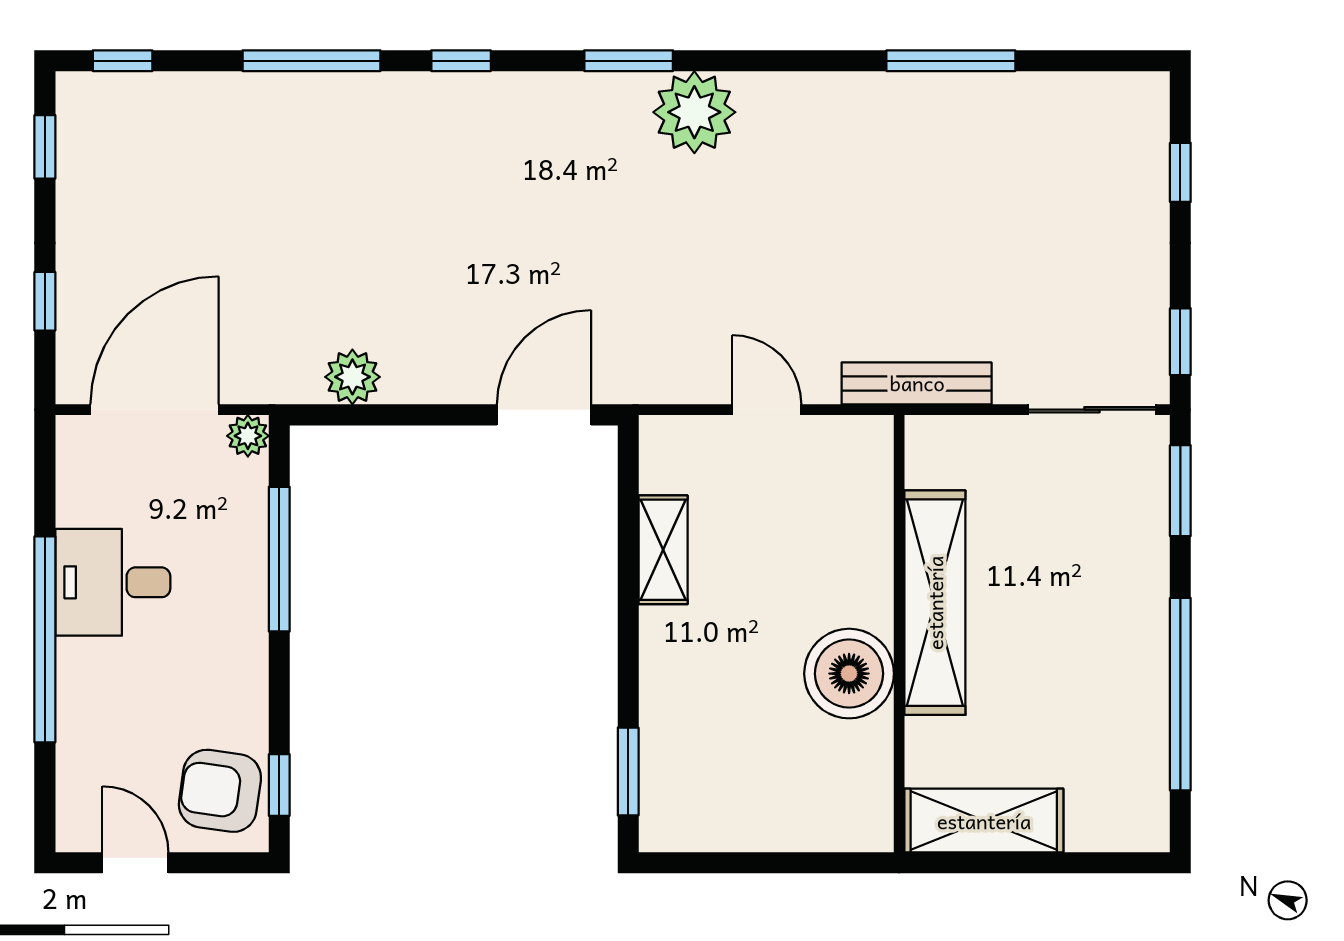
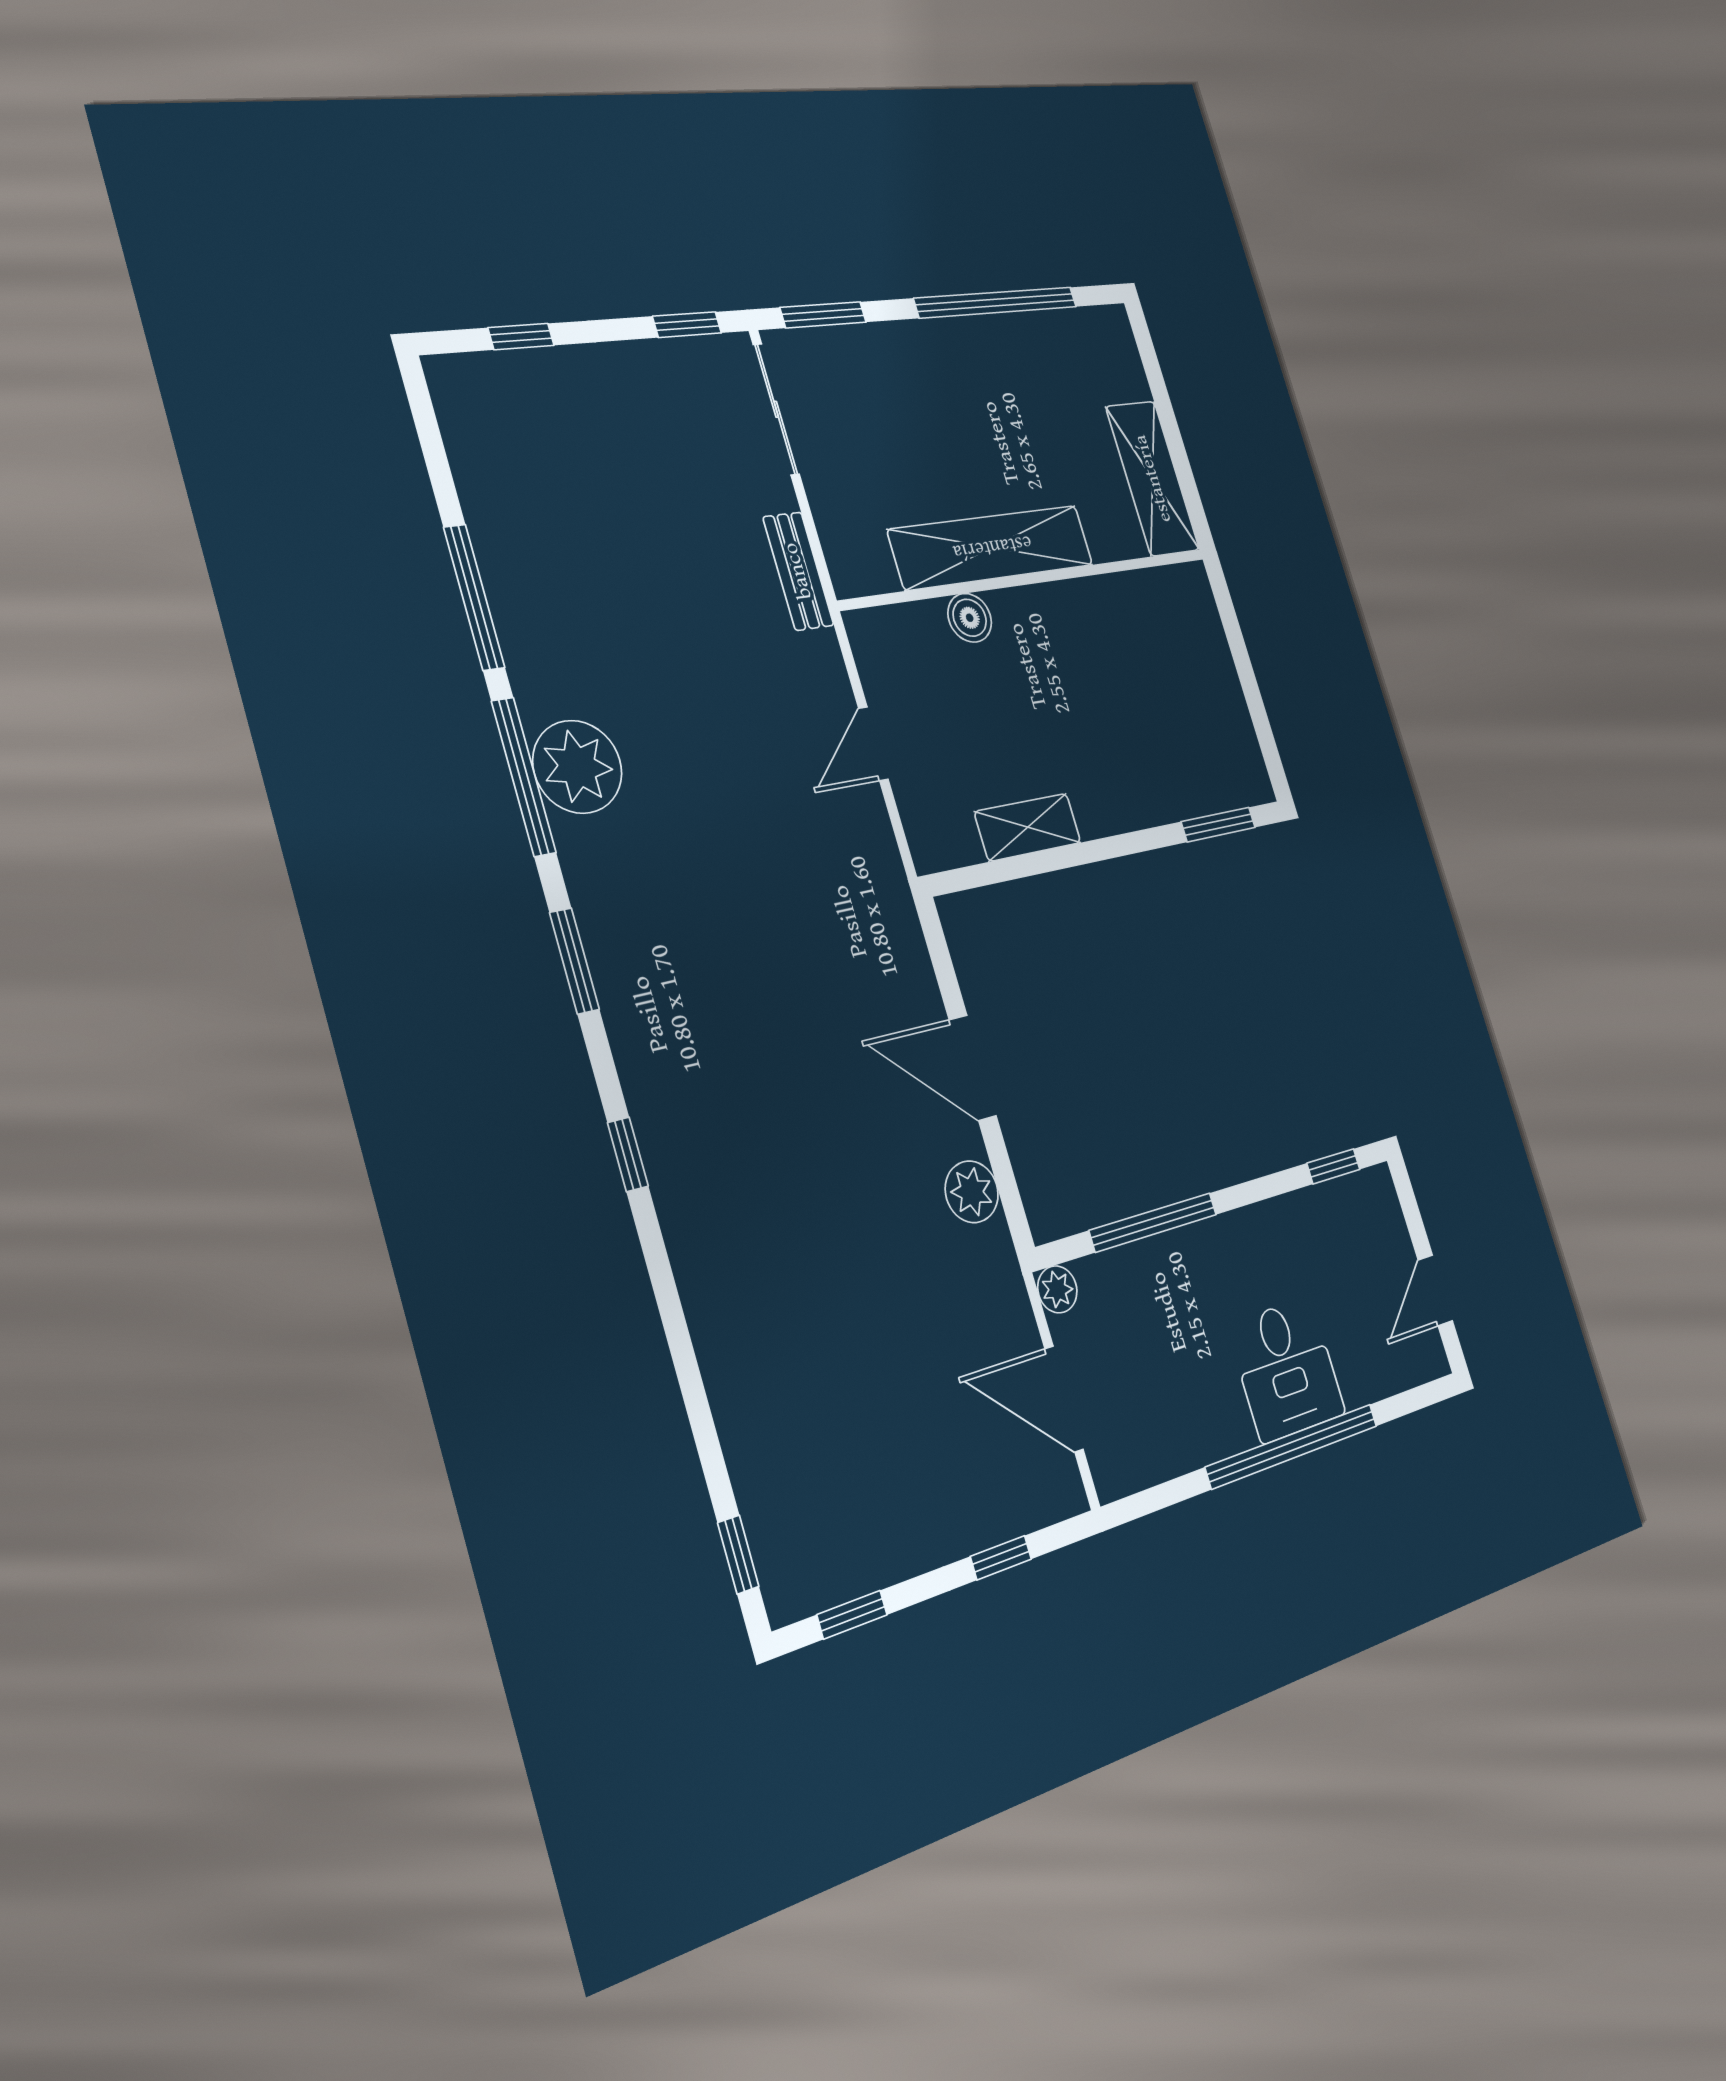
window: (311, 61) -> (524, 777), moved
plant: (694, 112) -> (577, 767), moved
bench: (917, 383) -> (798, 571), width x0.73
door: (155, 410) -> (1064, 1399), width x0.73
door: (544, 415) -> (973, 1068), moved
desk: (113, 582) -> (1286, 1369), moved
boiler: (849, 674) -> (970, 618), moved, width x0.54, depth x0.54
armchair: (220, 791) -> (1356, 1224), removed

